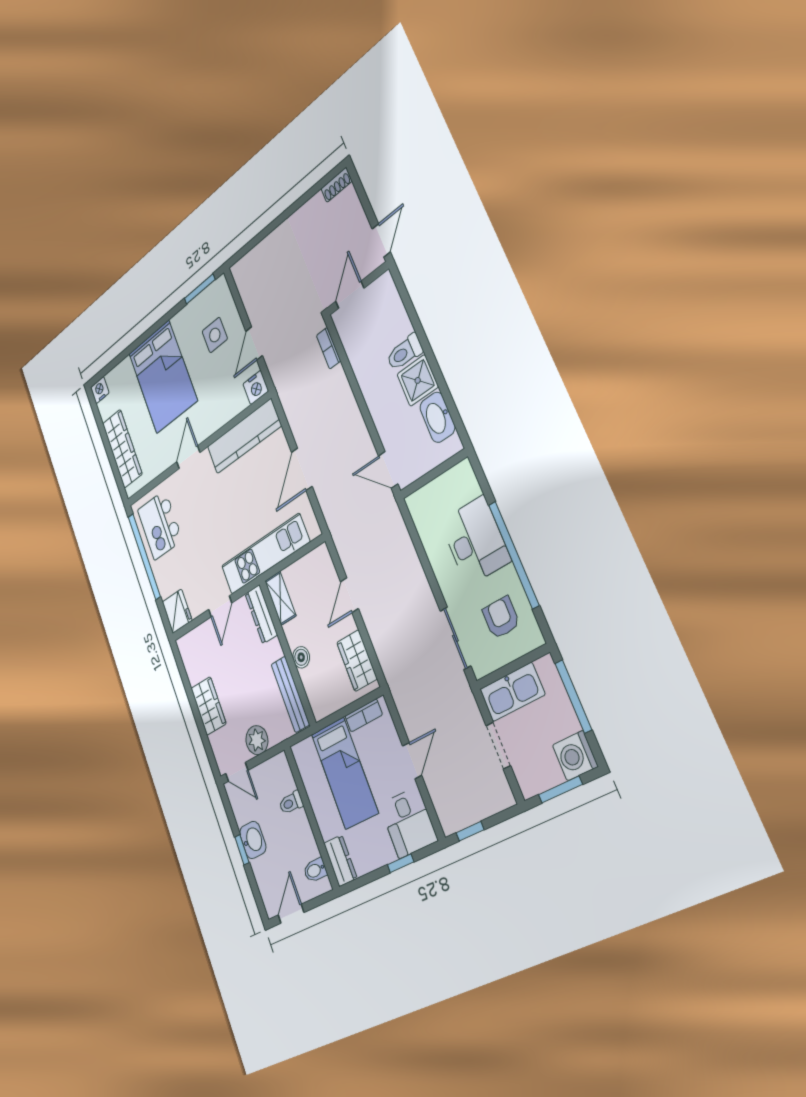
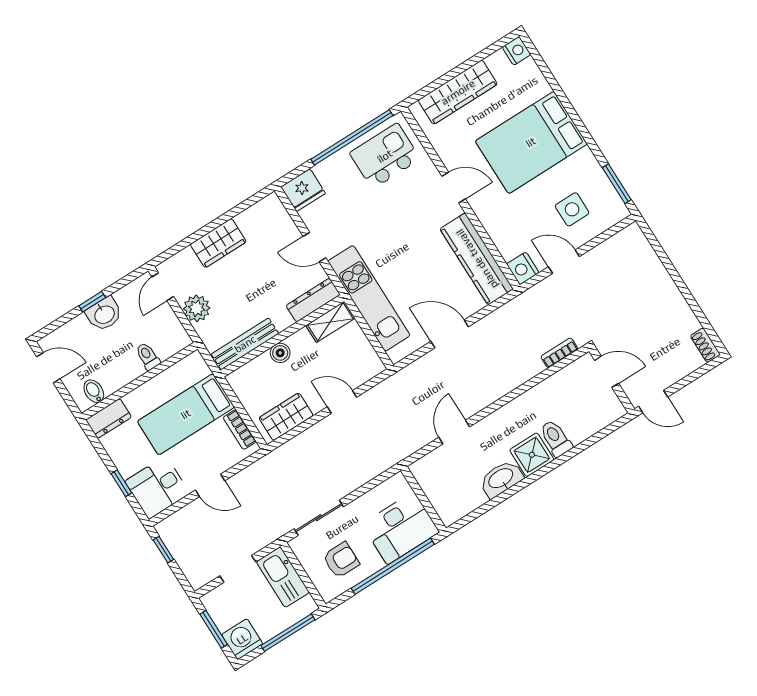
wall: (434, 474) -> (423, 499), moved

